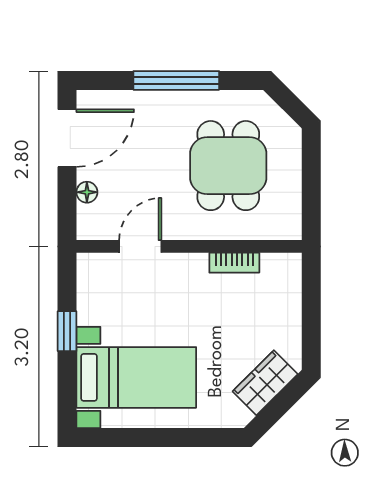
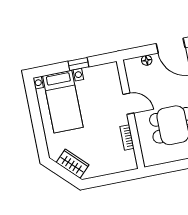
door: (140, 246) -> (128, 104), moved

